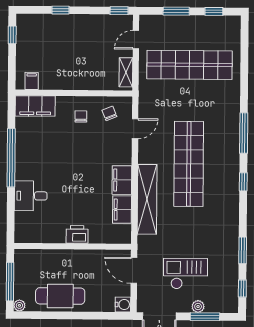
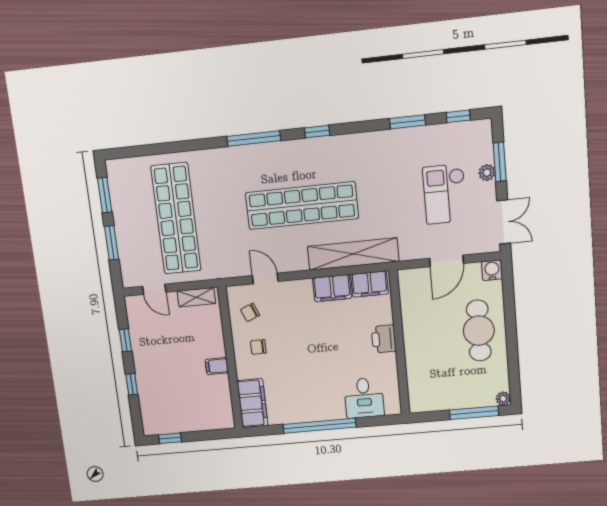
window: (119, 11) -> (125, 340), moved
window: (214, 11) -> (105, 195), width x1.50
filing cabinet: (32, 81) -> (217, 366), moved
printer: (77, 234) -> (384, 339), moved
wall: (73, 246) -> (399, 343), moved
cafe table: (60, 296) -> (479, 331), moved

